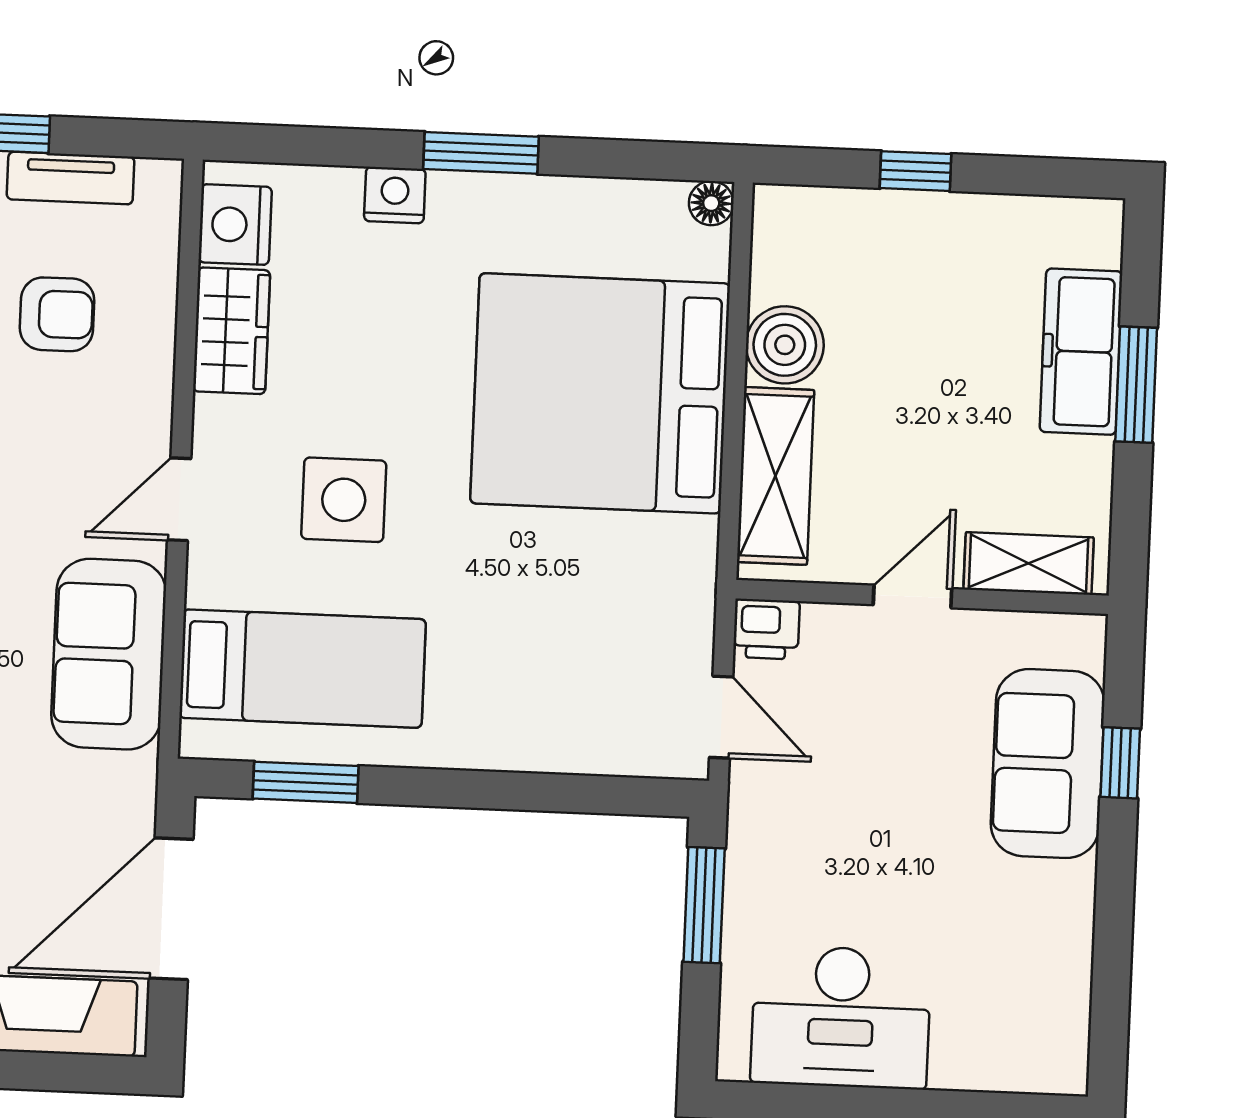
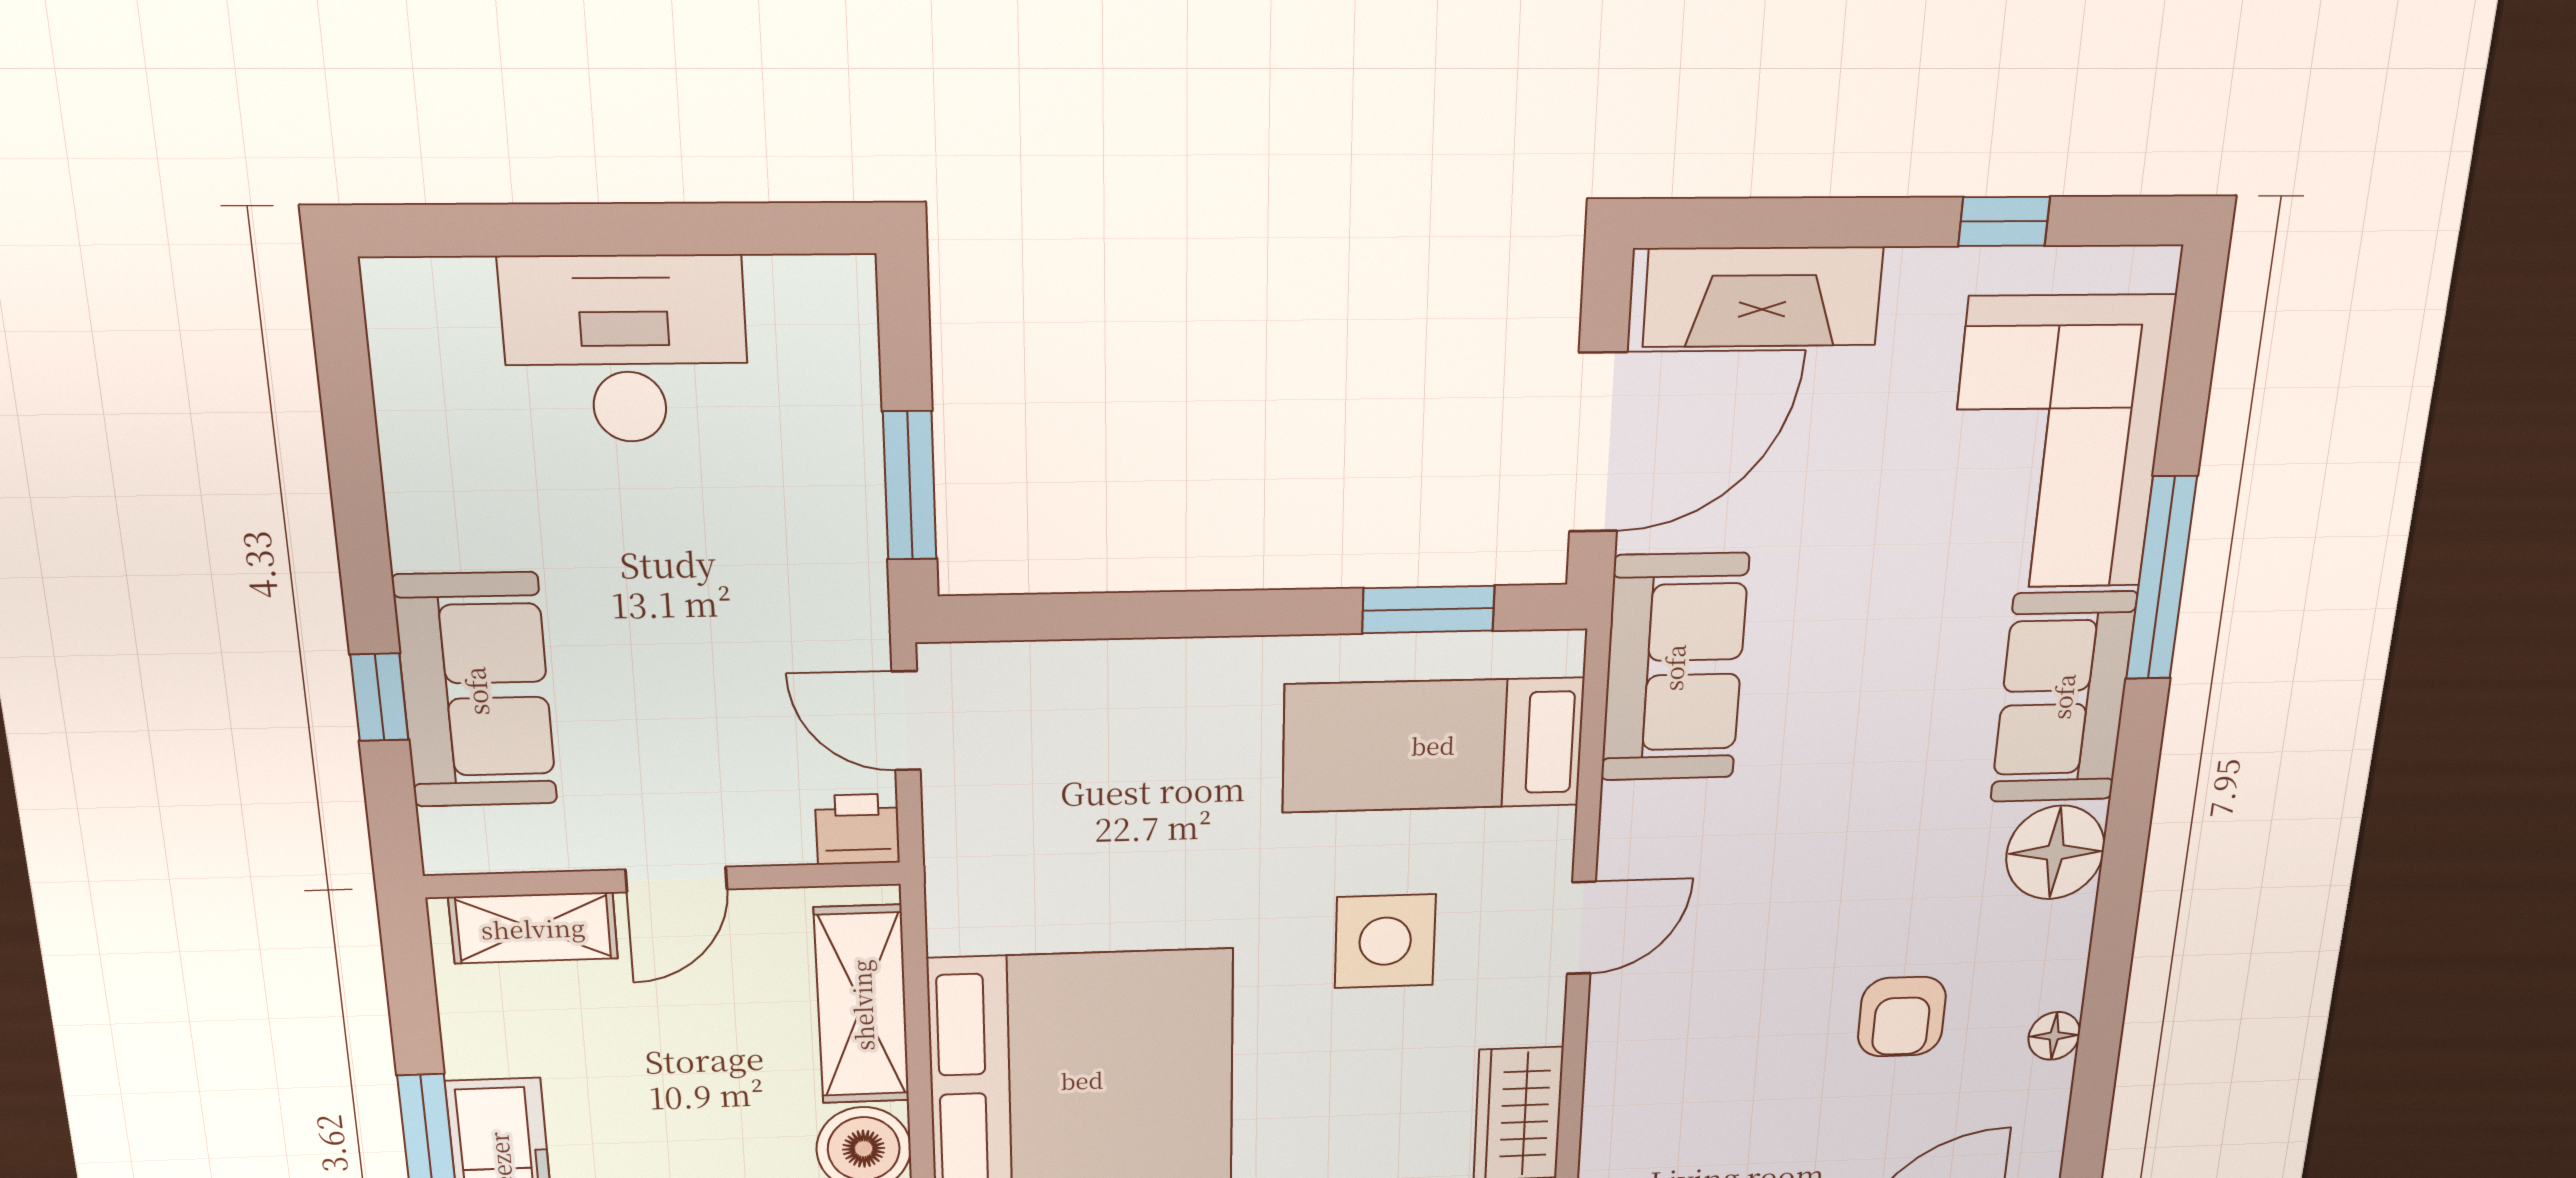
armchair: (57, 314) -> (1718, 1116), removed
sofa: (109, 654) -> (1674, 668), moved
desk: (841, 1017) -> (626, 349), moved

